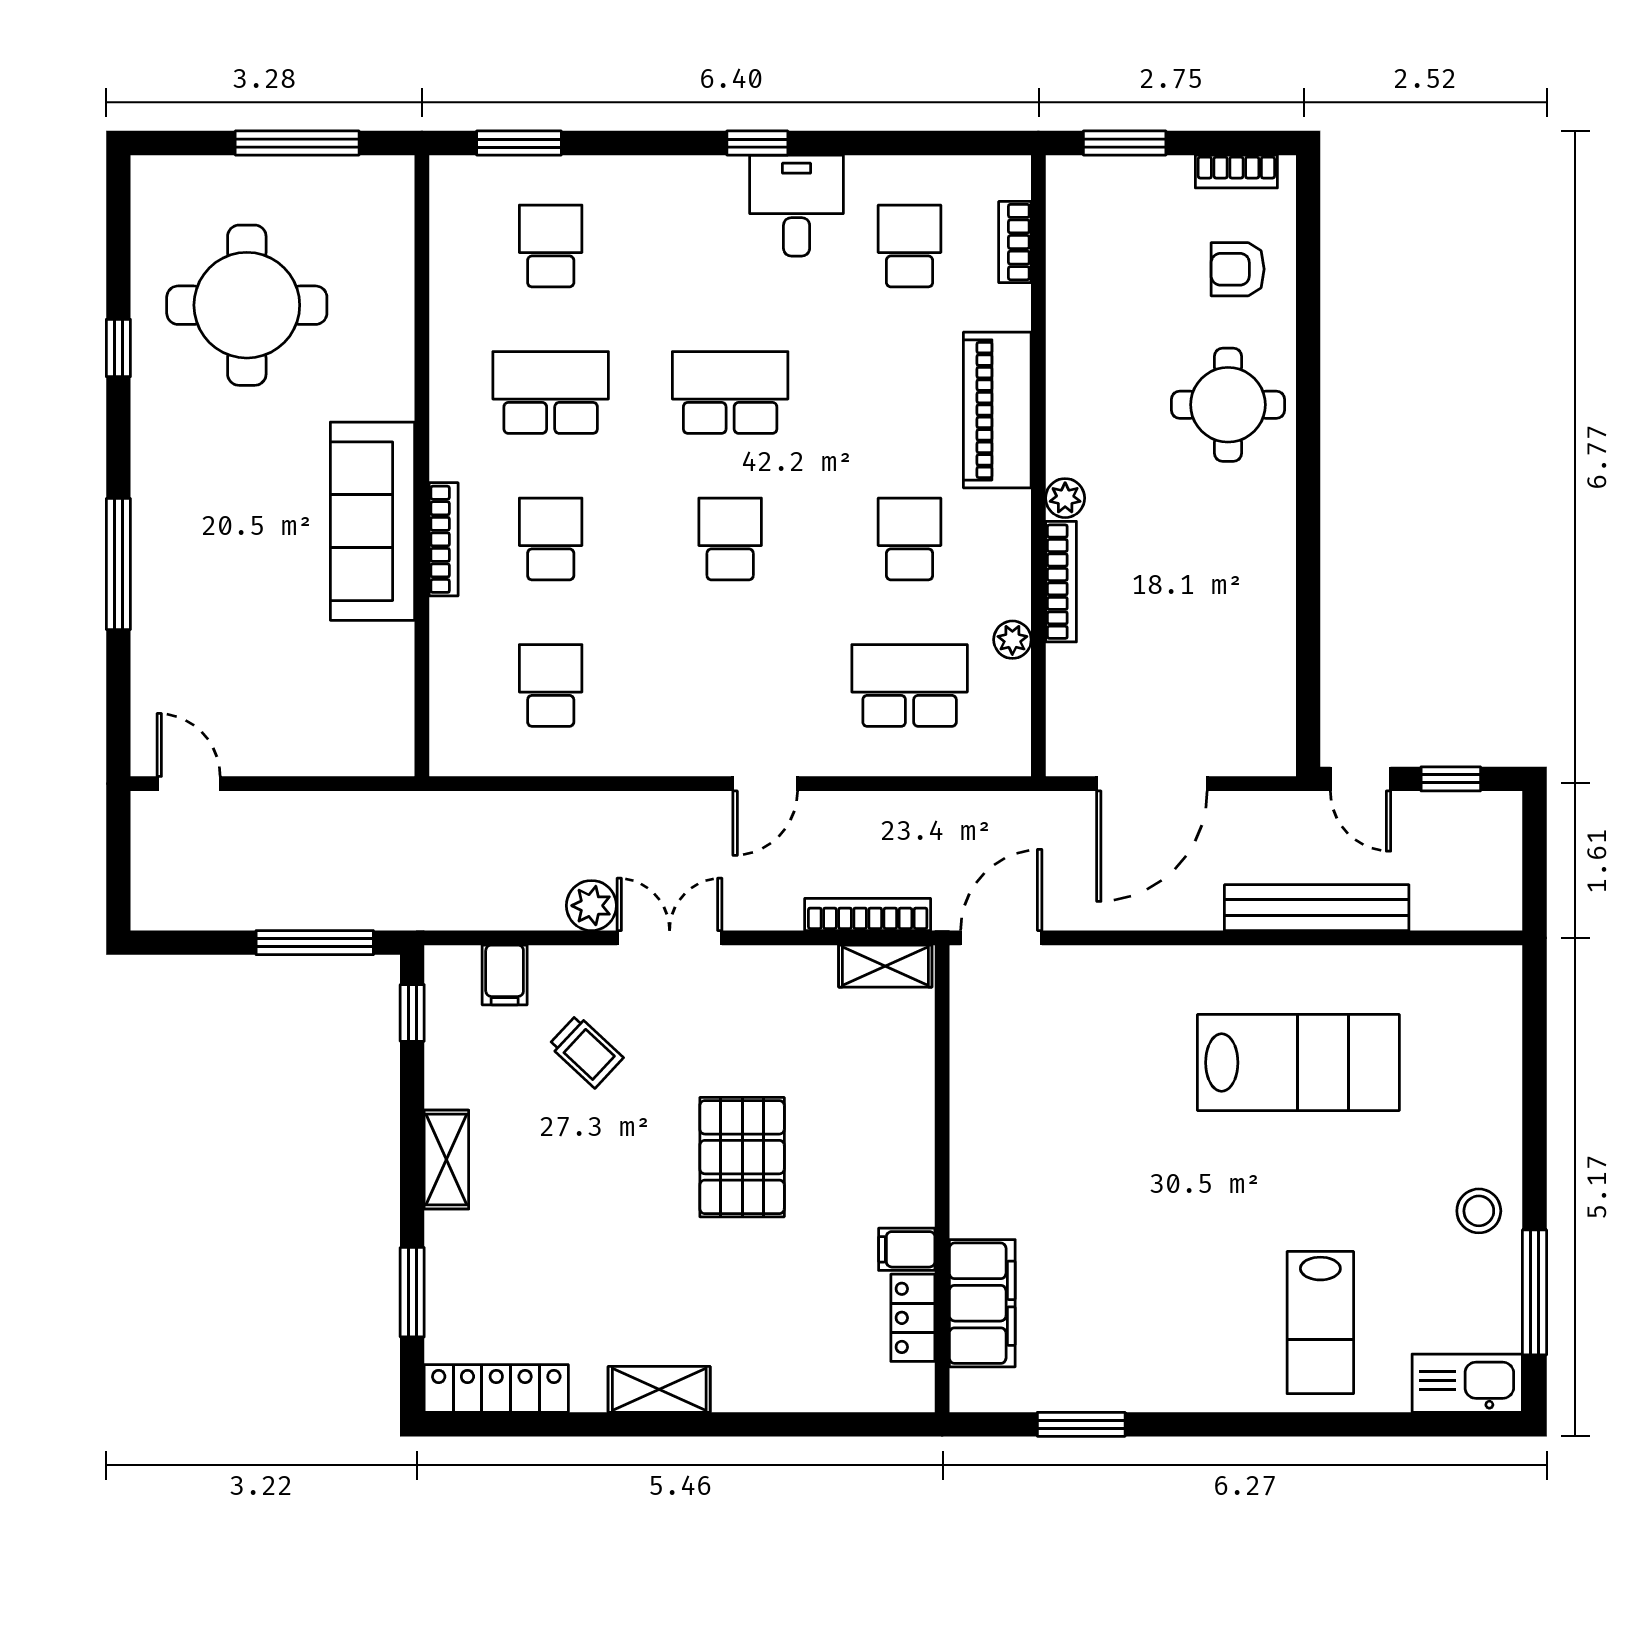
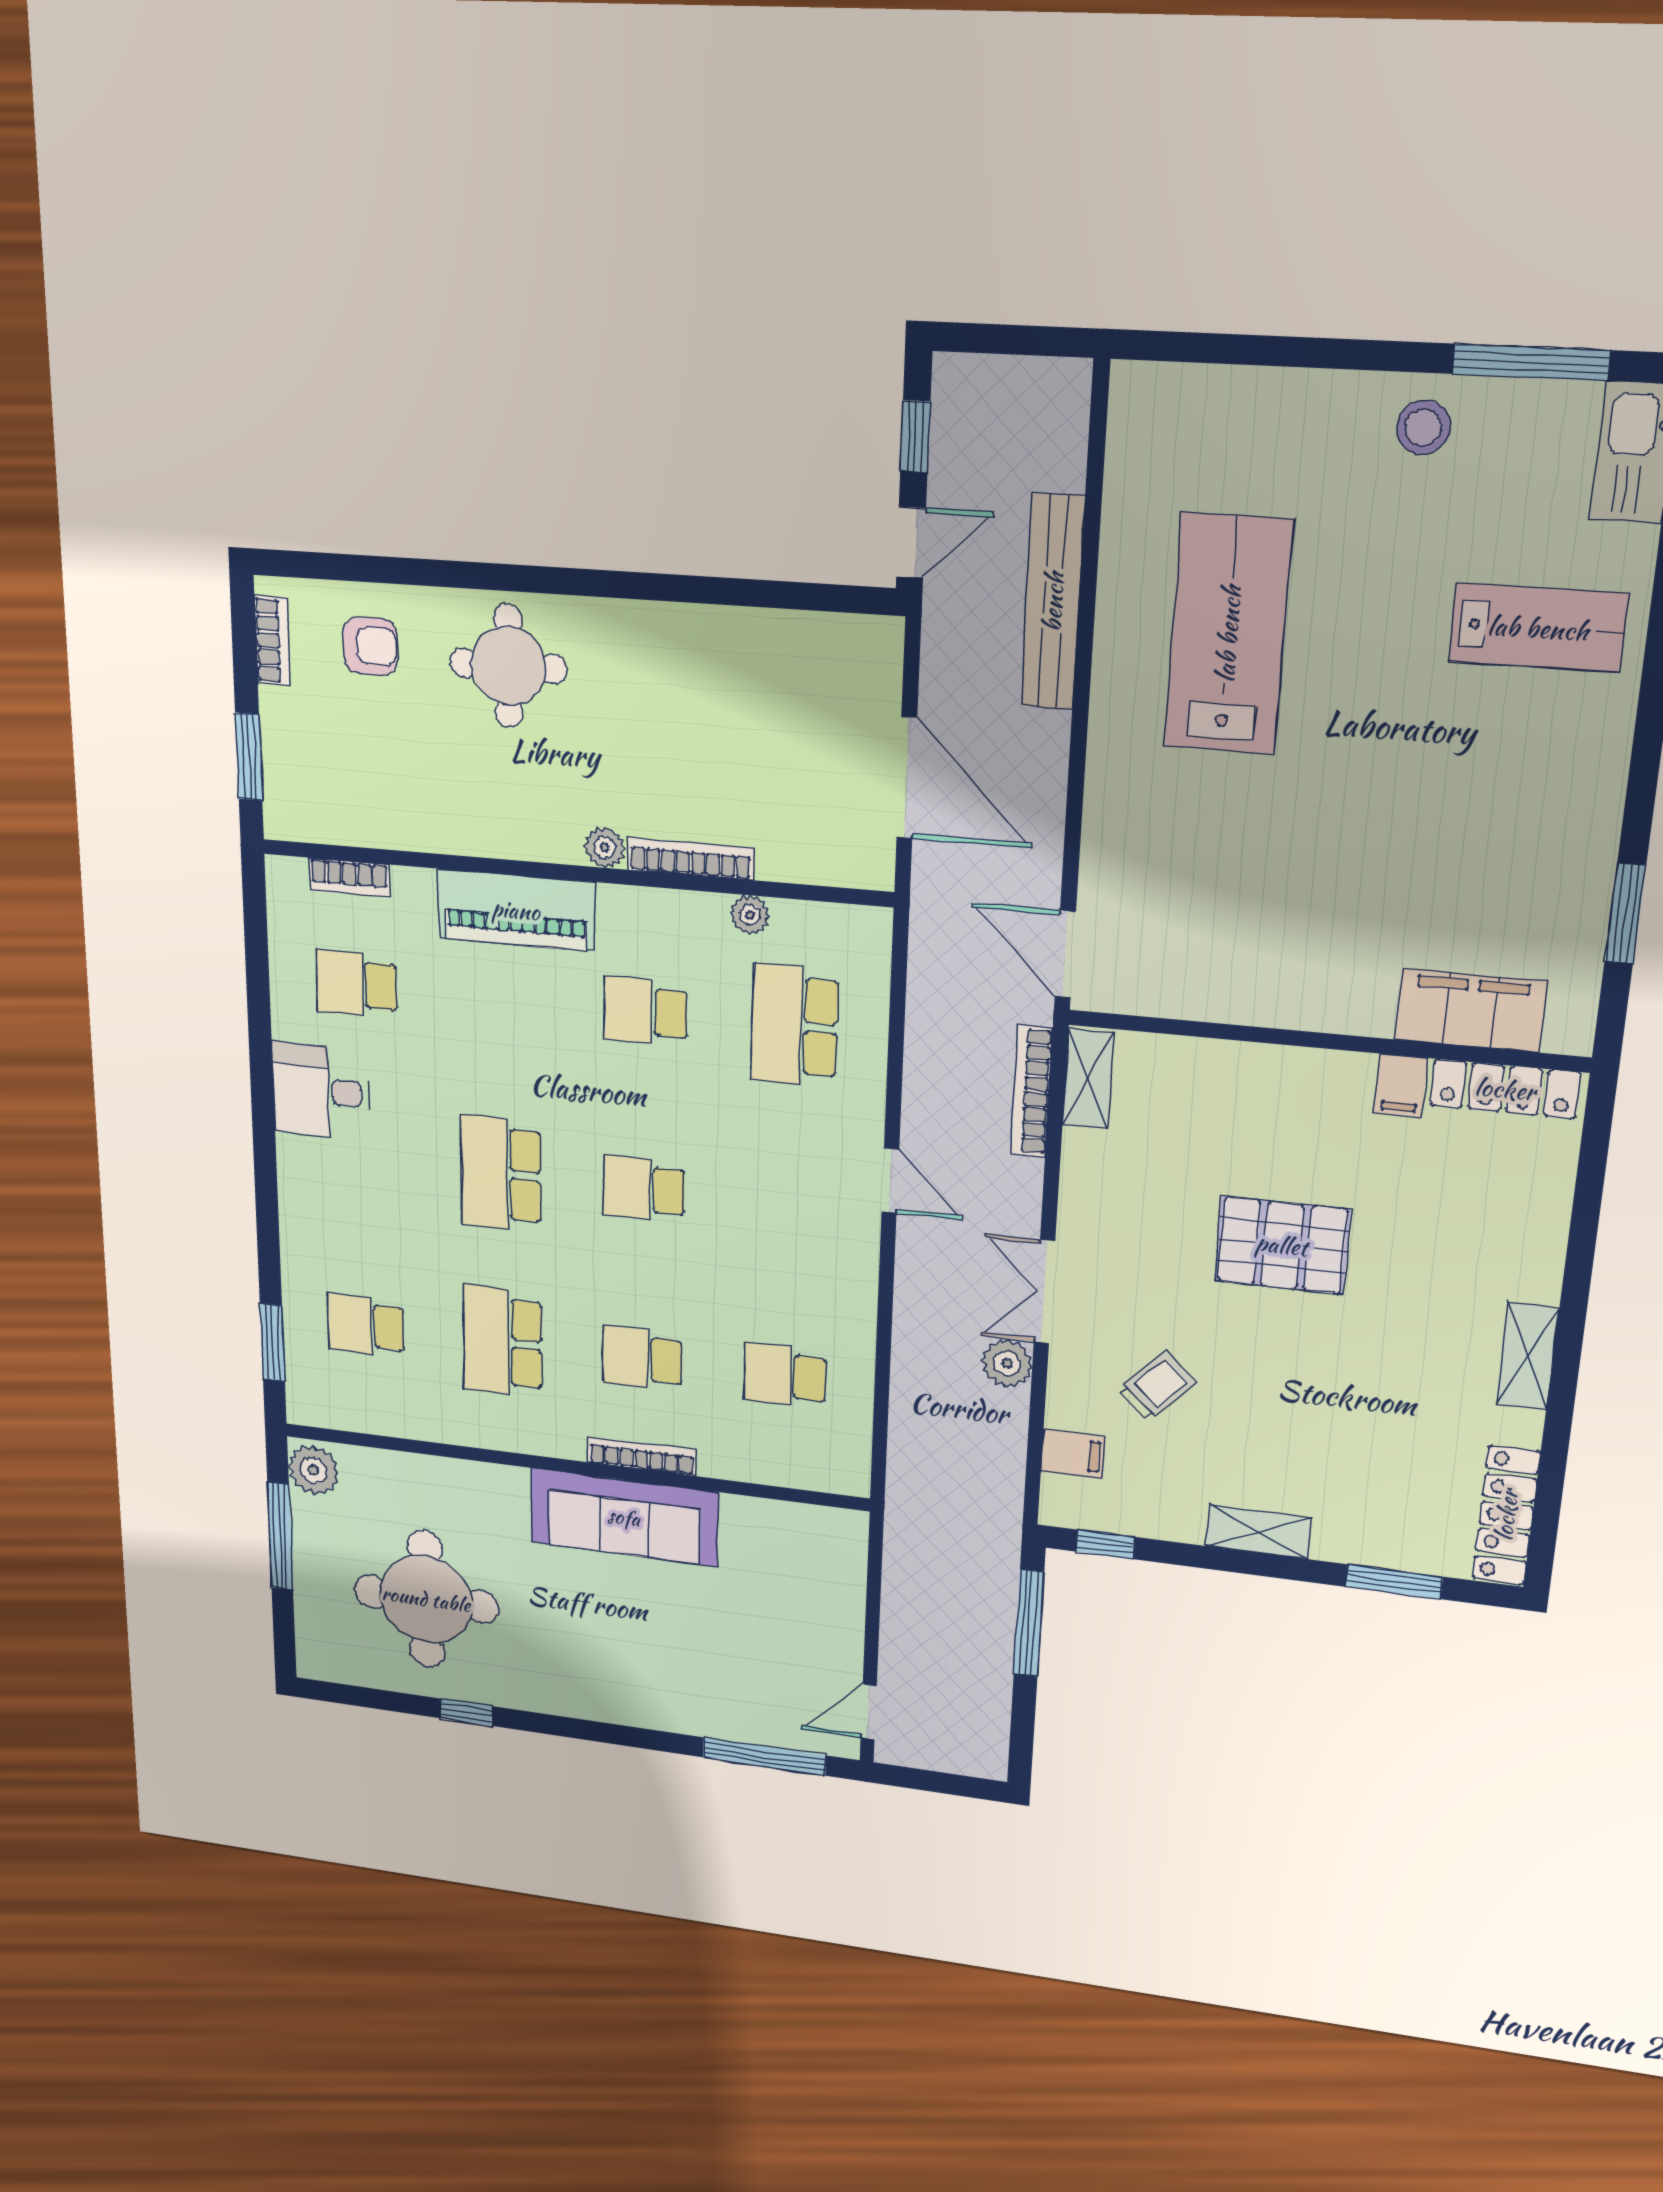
window: (757, 143) -> (264, 1122), removed
plant: (380, 183) -> (313, 1470), added
armchair: (1238, 269) -> (370, 646), turned -90
window: (118, 564) -> (764, 1756), moved
locker: (913, 1318) -> (1505, 1089), width x1.53

